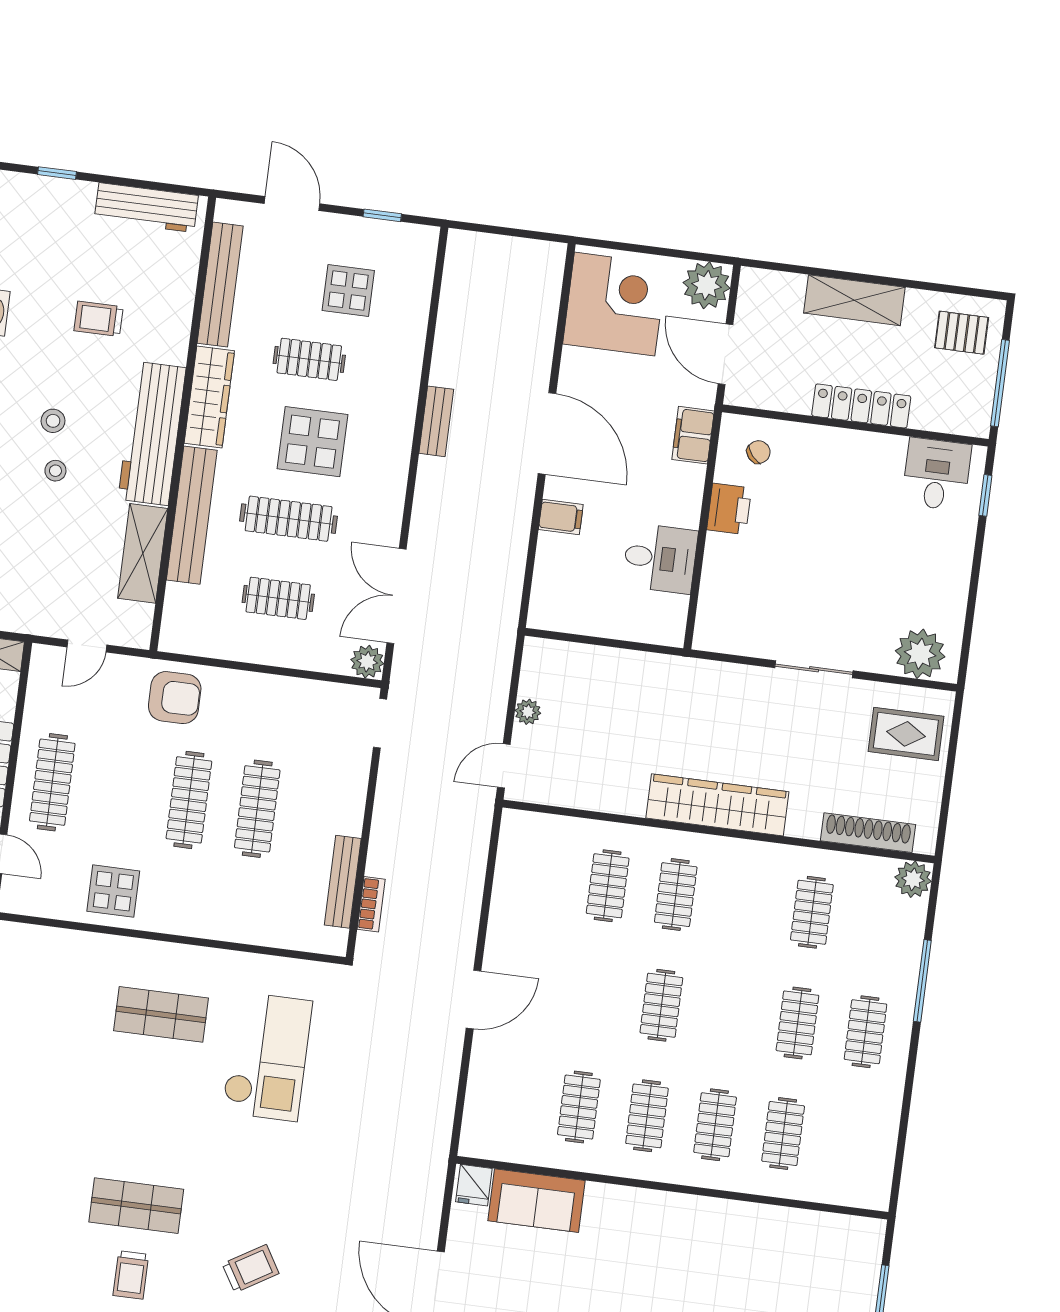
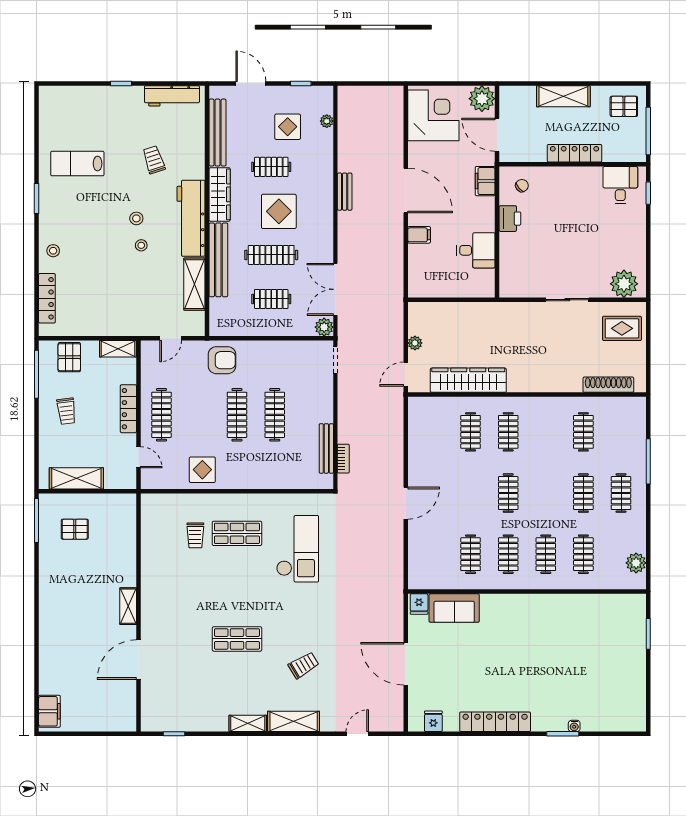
plant: (420, 290) -> (327, 121), added
trolley: (98, 319) -> (154, 160), turned 72
wardrobe: (717, 805) -> (468, 380), moved
plant: (913, 879) -> (636, 563), moved
trolley: (131, 1275) -> (195, 535), moved

